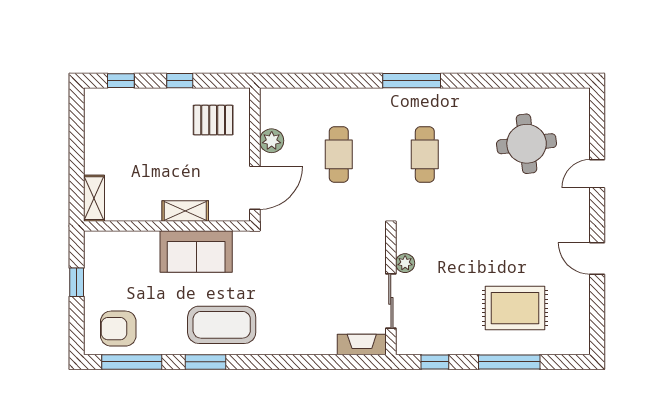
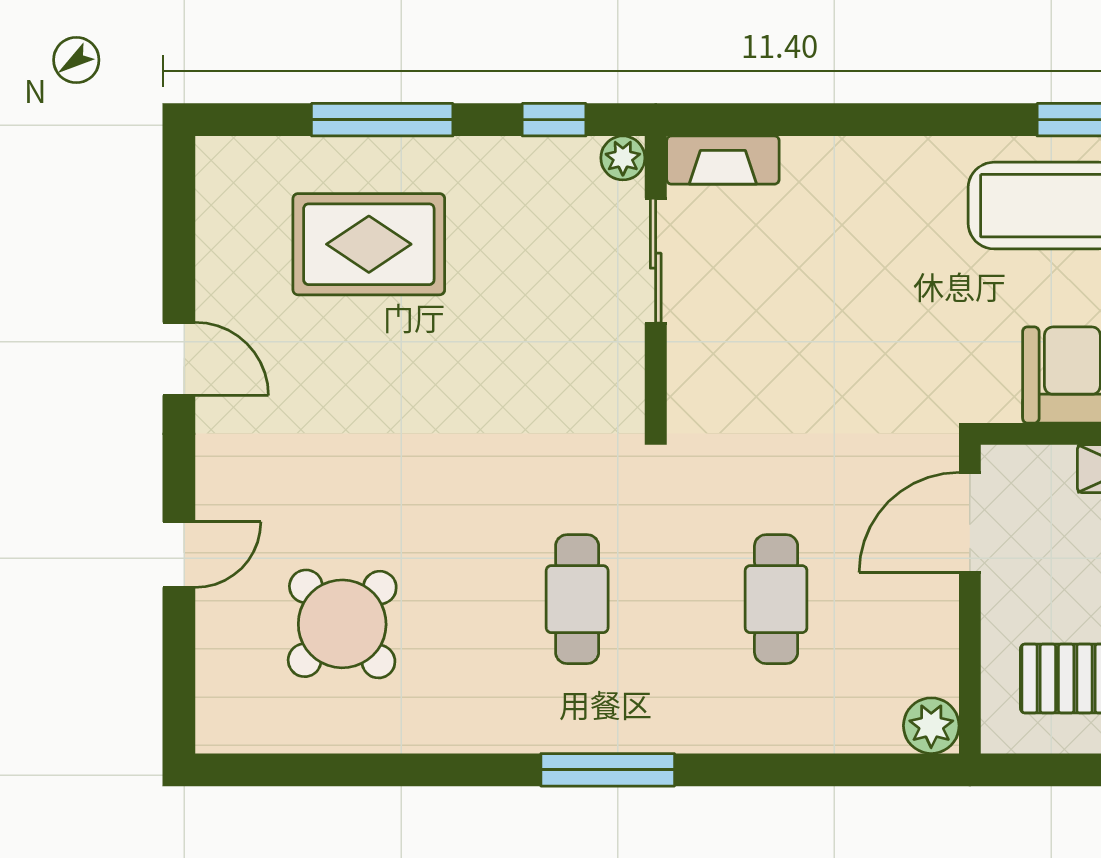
plant: (272, 141) -> (931, 726), moved
round table: (527, 144) -> (342, 624), turned -37
plant: (405, 263) -> (623, 158), moved

